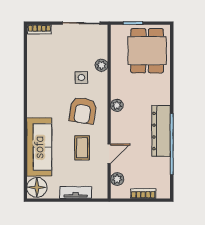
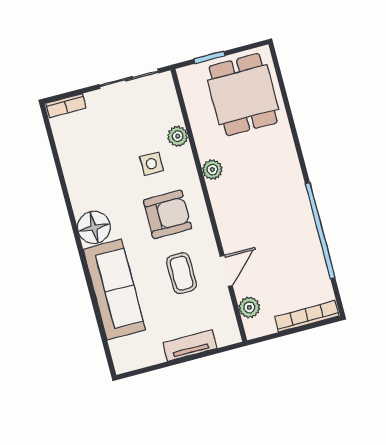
plant: (117, 105) -> (212, 170), moved
armchair: (83, 110) -> (167, 214), turned -99
dresser: (161, 131) -> (298, 214), removed
floor lamp: (37, 187) -> (94, 227), moved
bookcase: (143, 194) -> (307, 316), width x1.56

